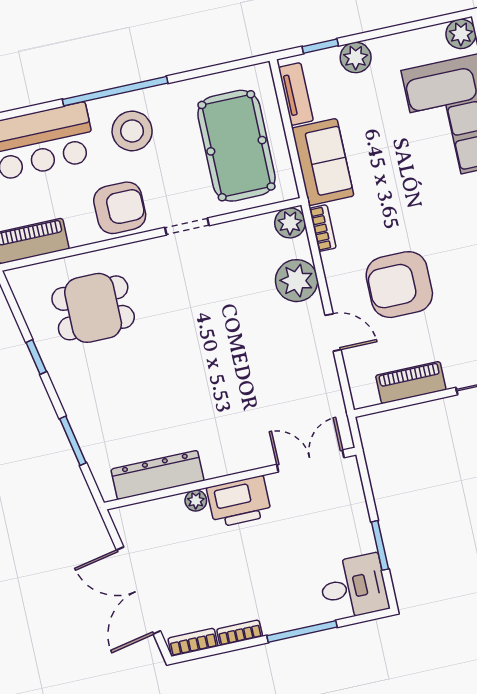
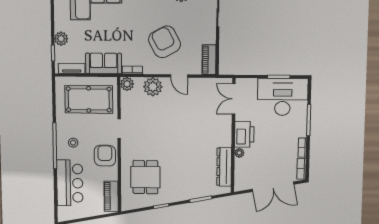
stool: (132, 131) -> (73, 143), width x0.53, depth x0.53
armchair: (399, 285) -> (164, 42), turned 152
door: (333, 332) -> (179, 76), swing flipped
piano: (411, 383) -> (209, 60), moved
desk: (353, 587) -> (283, 97), width x1.87, depth x1.30

